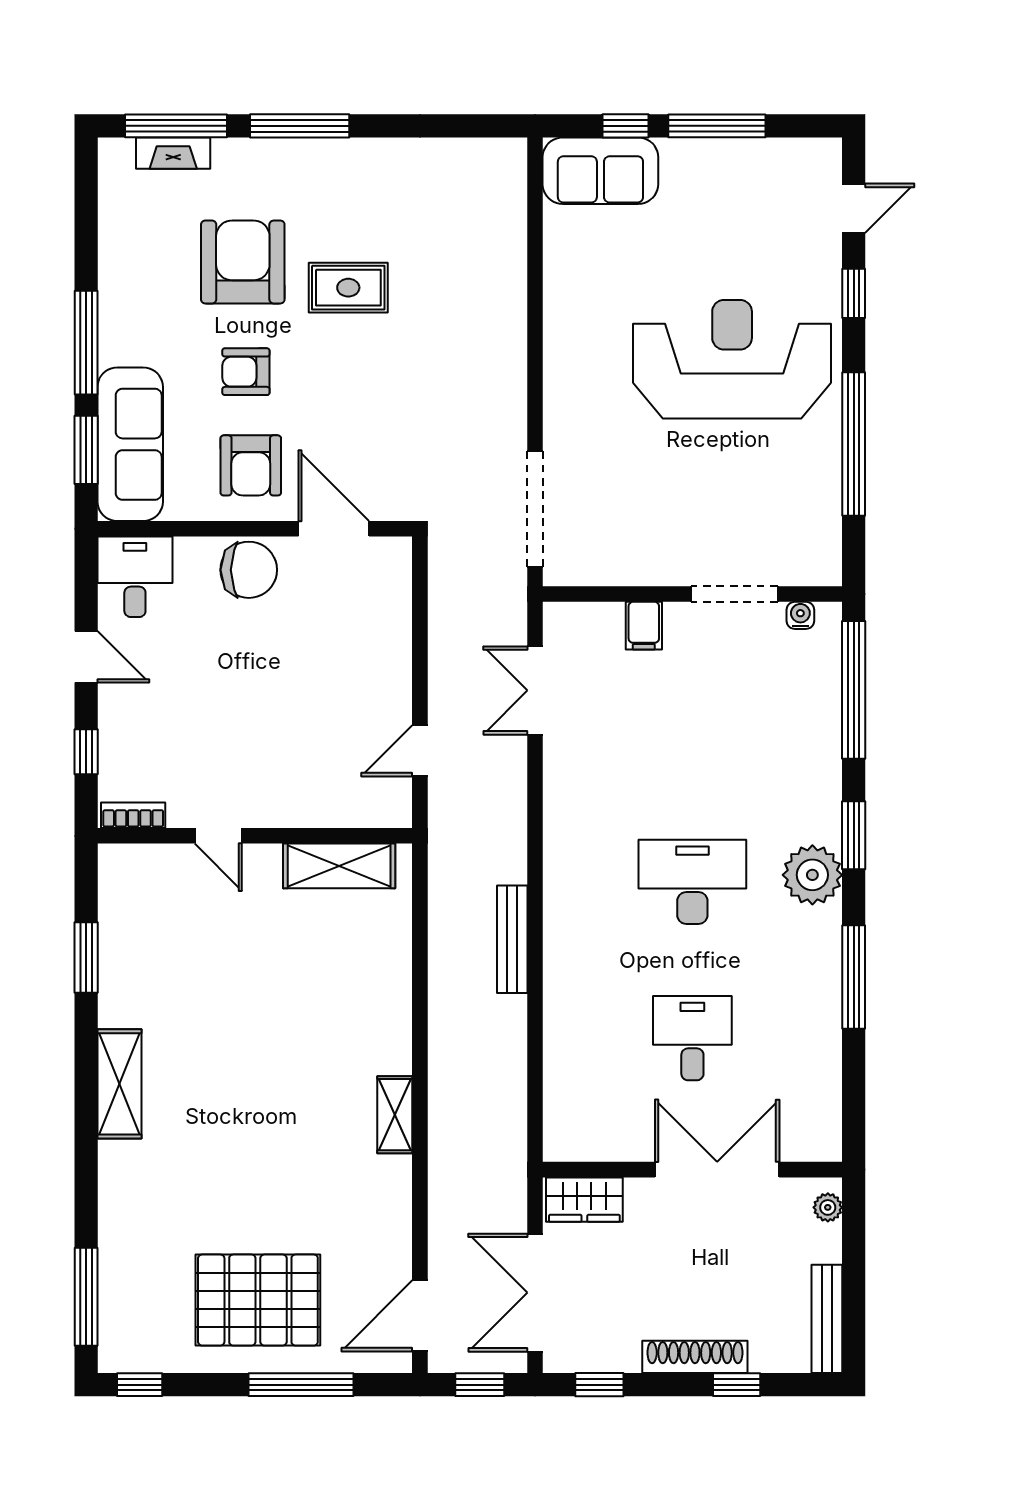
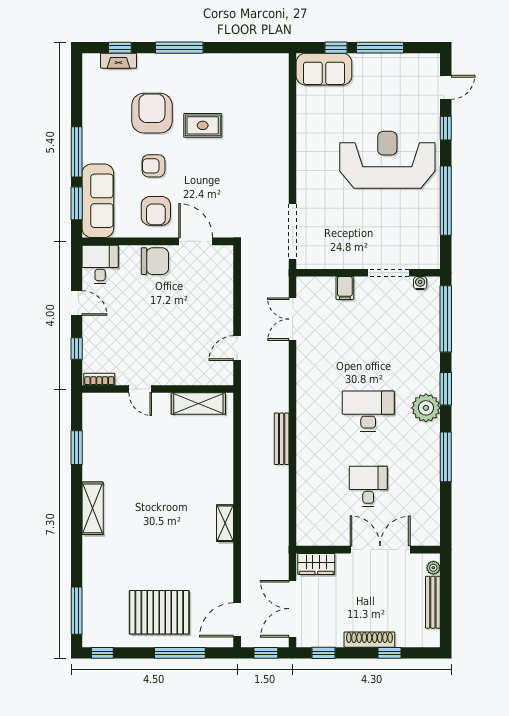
window: (176, 126) -> (120, 48), width x0.46
bench: (827, 1319) -> (433, 602), moved

